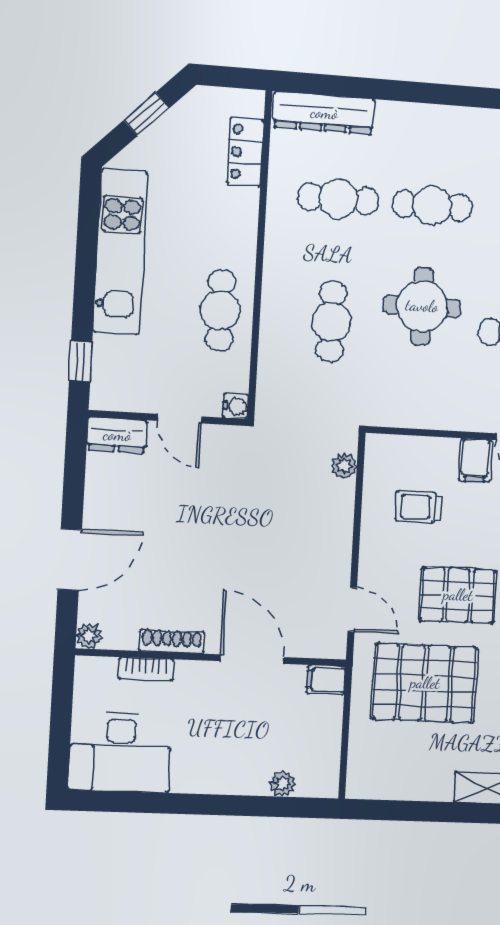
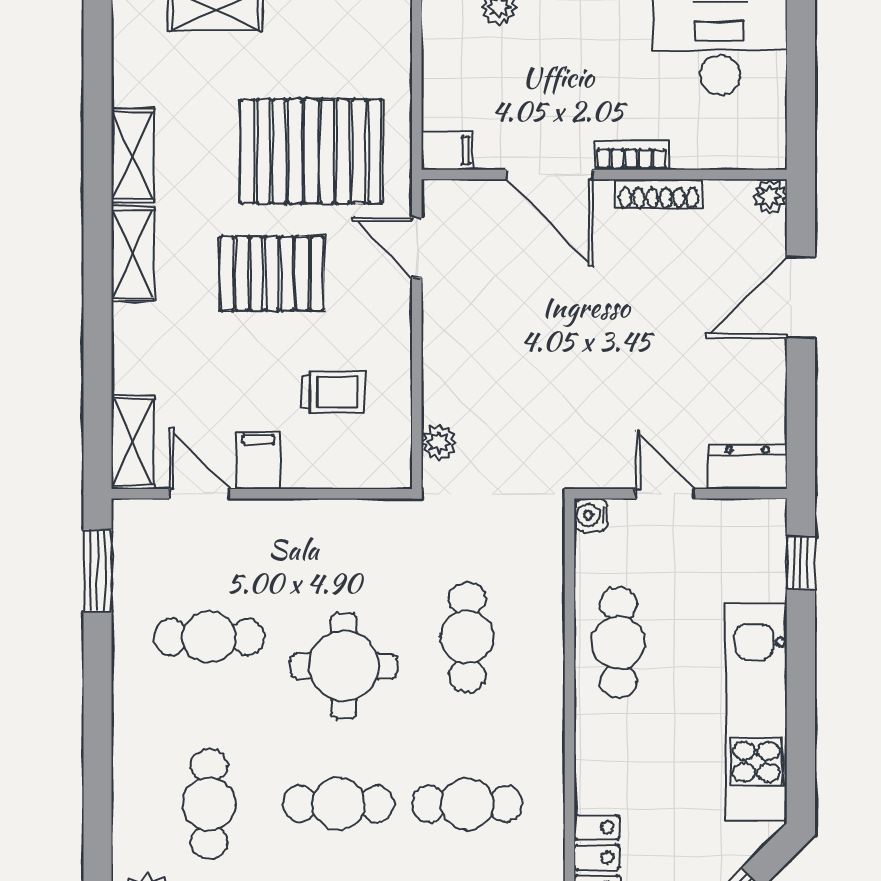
bookcase: (146, 669) -> (631, 155), moved

